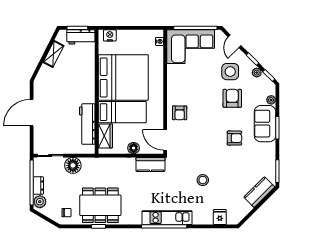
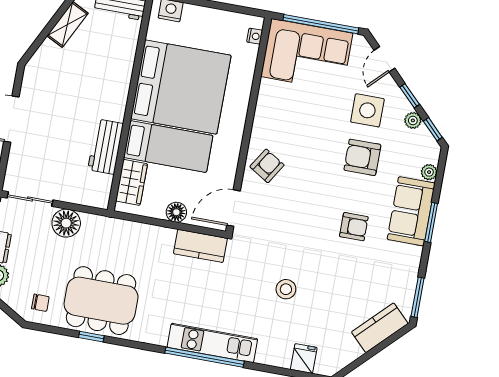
armchair: (232, 98) -> (362, 157), turned -90
armchair: (180, 113) -> (267, 166), turned -148
workbench: (87, 124) -> (106, 147), width x0.73
door: (165, 140) -> (233, 208), hinge flipped

